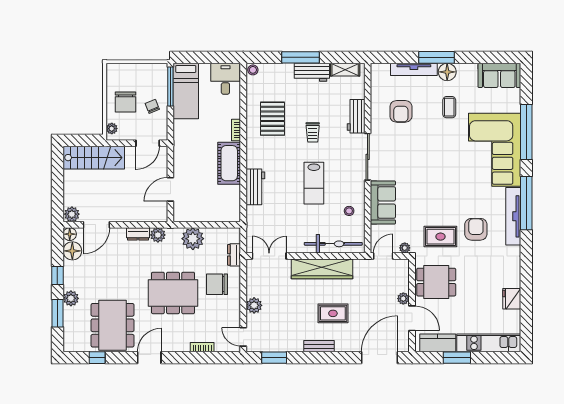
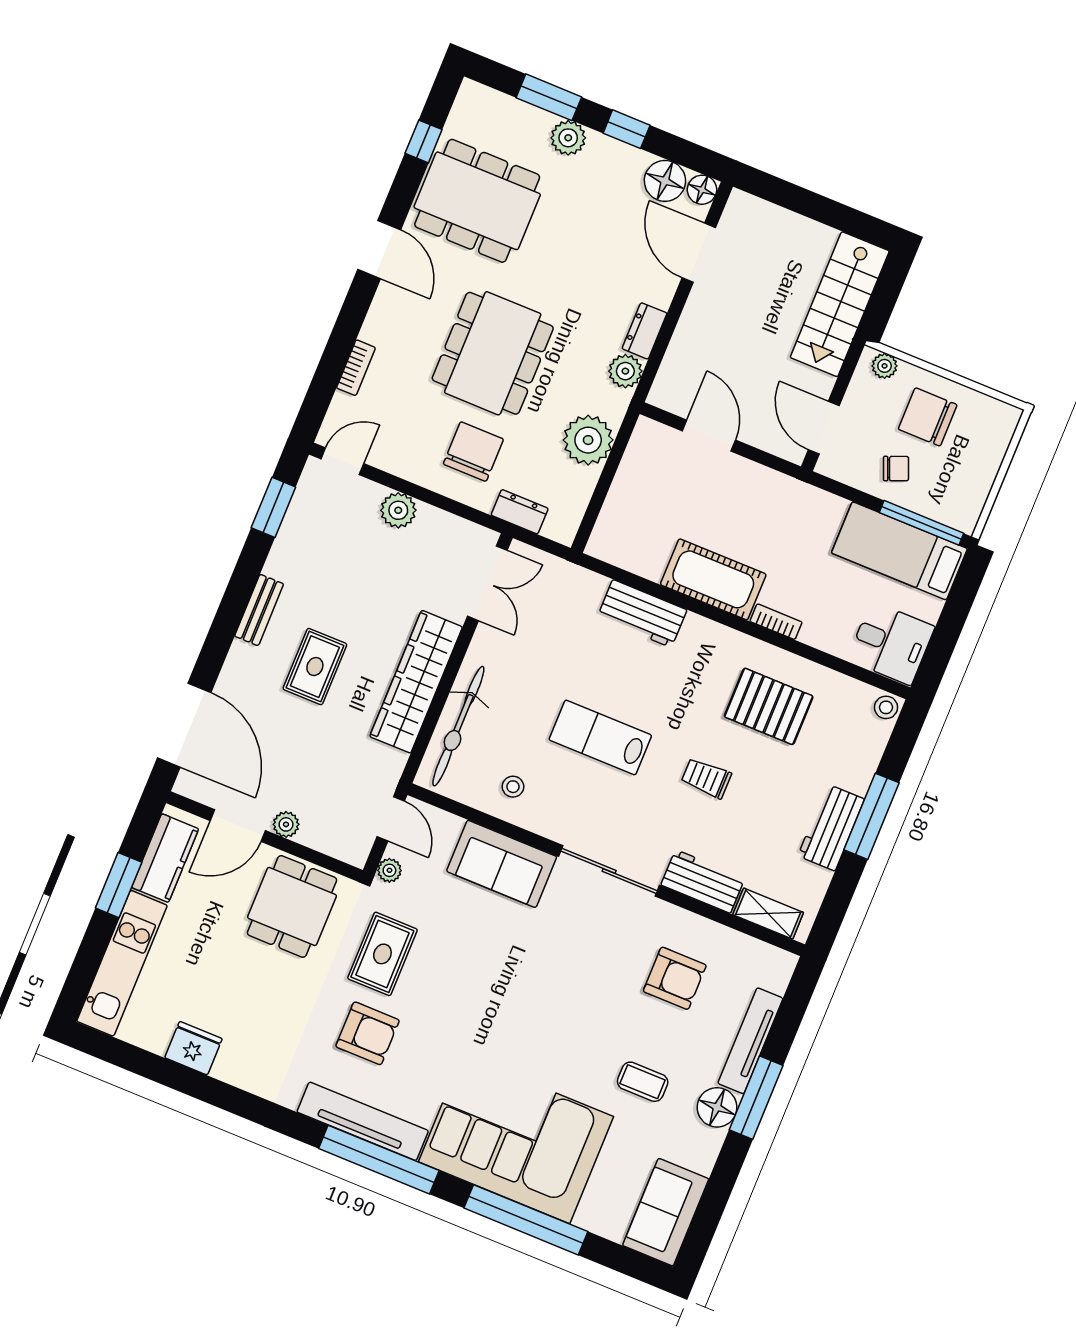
shelving: (345, 70) -> (768, 914), moved, turned 90
armchair: (401, 111) -> (675, 978), turned 180
plant: (72, 214) -> (741, 211), removed

